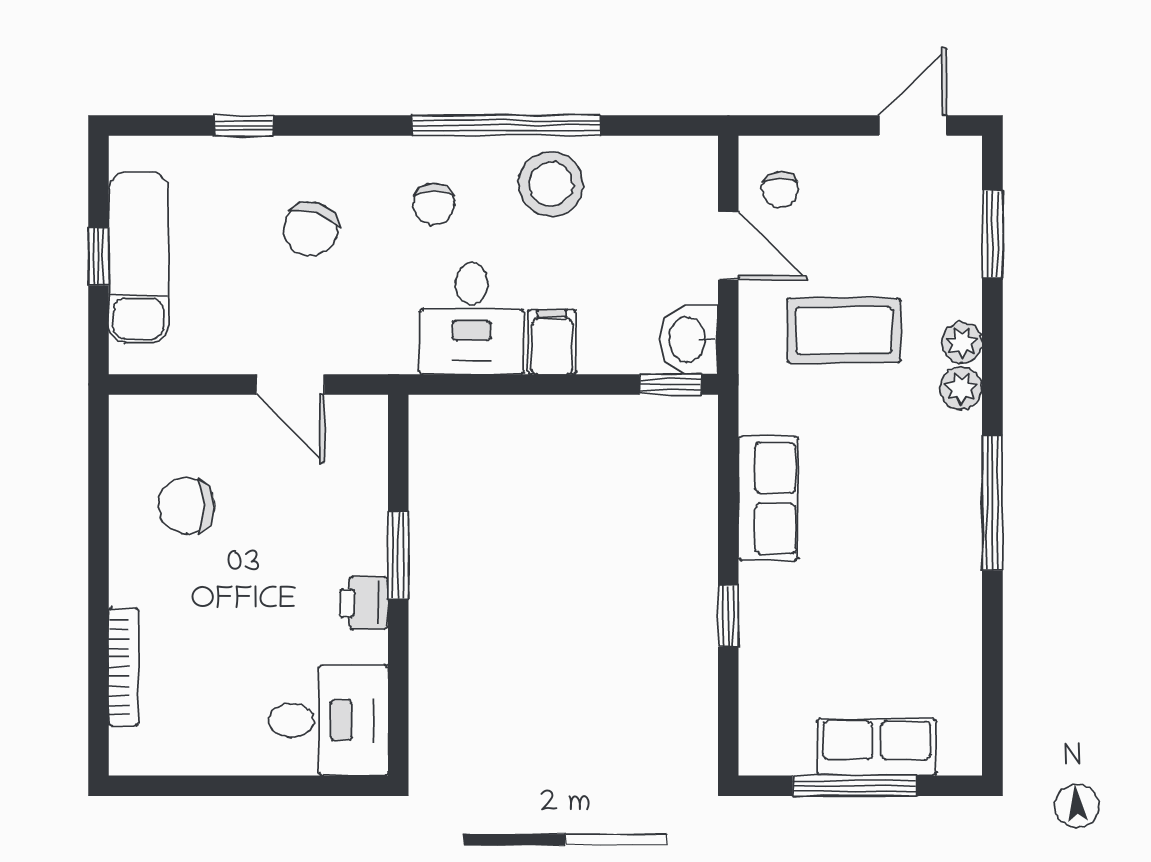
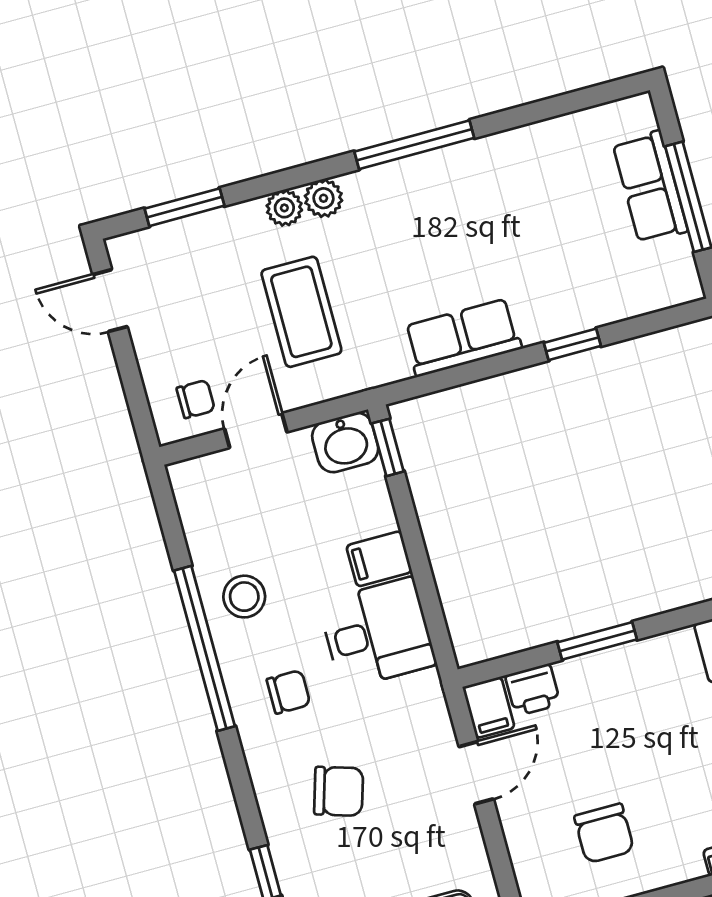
stool: (551, 184) -> (244, 597), width x0.73, depth x0.73
filing cabinet: (358, 417) -> (489, 707), added
printer: (364, 603) -> (533, 690), moved

